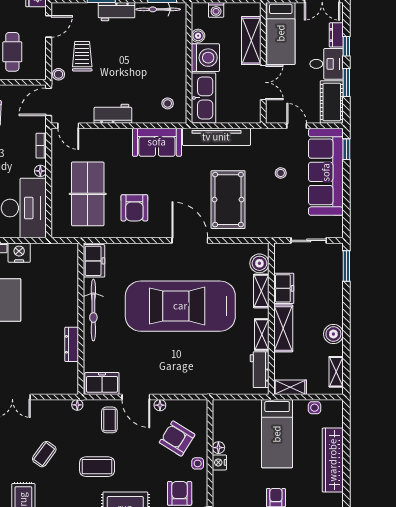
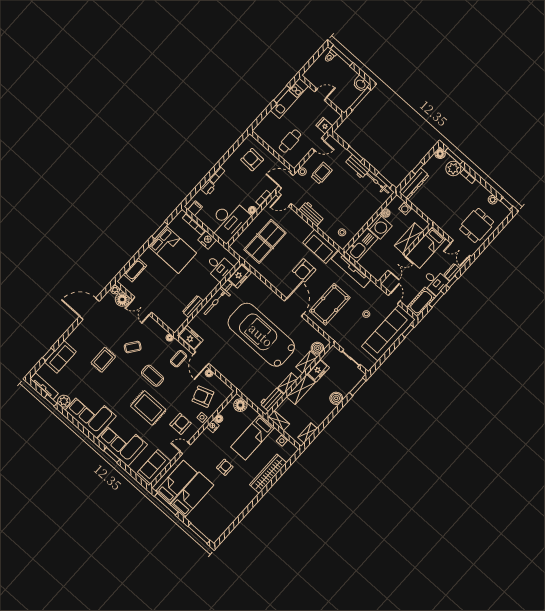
door: (68, 126) -> (285, 200), hinge flipped
armchair: (134, 208) -> (304, 270), moved
desk: (61, 272) -> (219, 267), added
boiler: (333, 334) -> (336, 398), moved
floor lamp: (229, 409) -> (240, 405), added
armchair: (177, 439) -> (203, 397), turned -51

